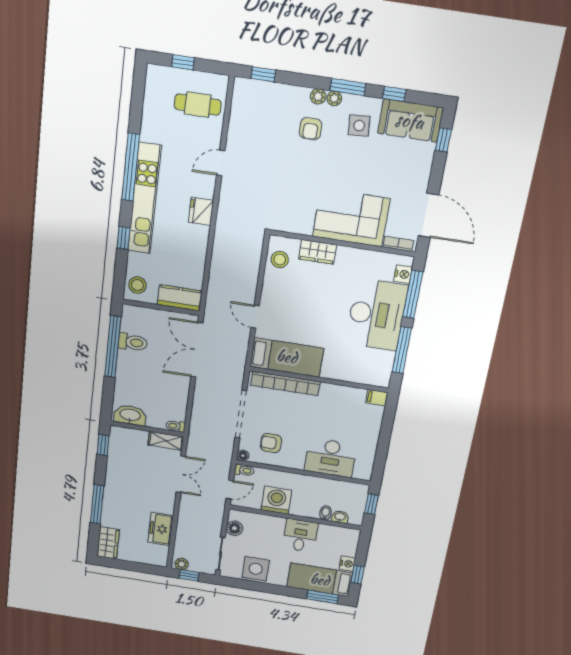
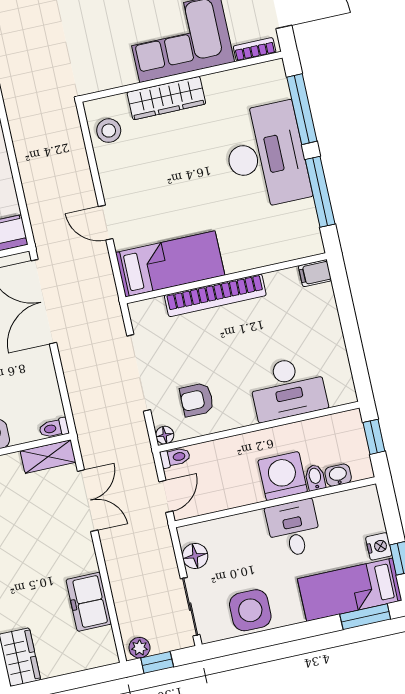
wardrobe: (318, 252) -> (166, 98), width x1.50
nightstand: (403, 274) -> (278, 87), removed
bookcase: (285, 384) -> (215, 295), moved
washing machine: (276, 500) -> (283, 476), moved

